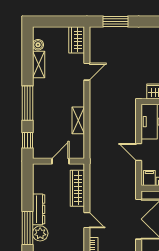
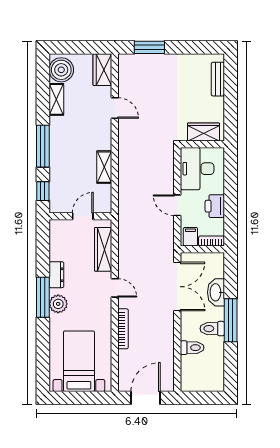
boiler: (38, 45) -> (61, 70), width x1.86, depth x1.86
door: (87, 72) -> (115, 108), hinge flipped
dresser: (39, 209) -> (56, 275), width x0.70

